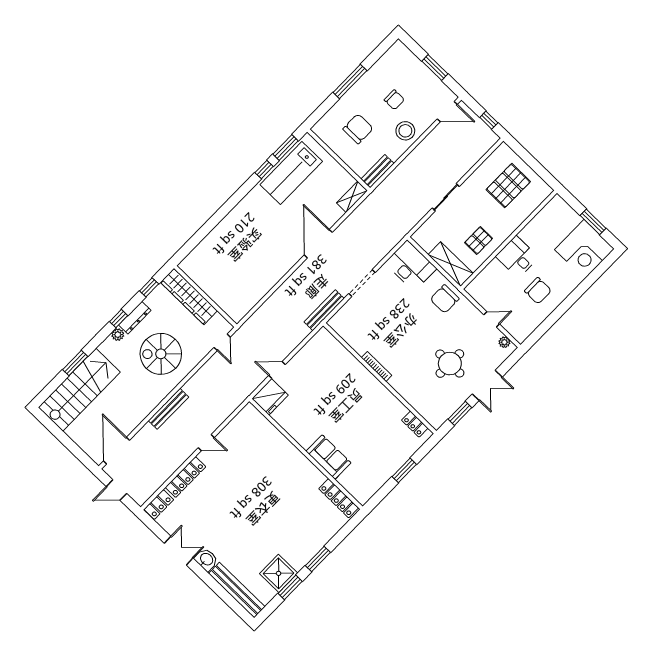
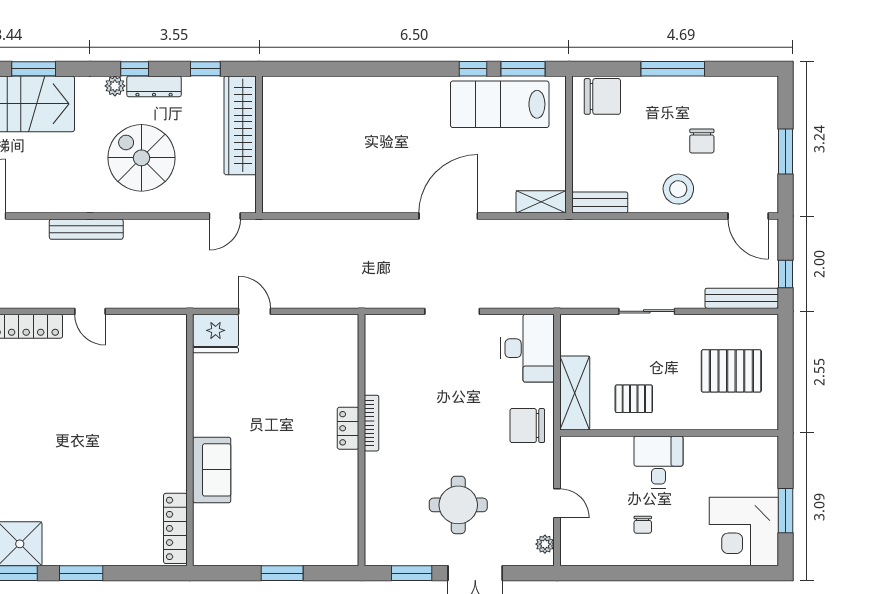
chair: (358, 129) -> (602, 96), moved
chair: (538, 291) -> (643, 525), width x0.54, depth x0.54
bench: (324, 310) -> (742, 298), moved
locker: (415, 424) -> (348, 428), moved

